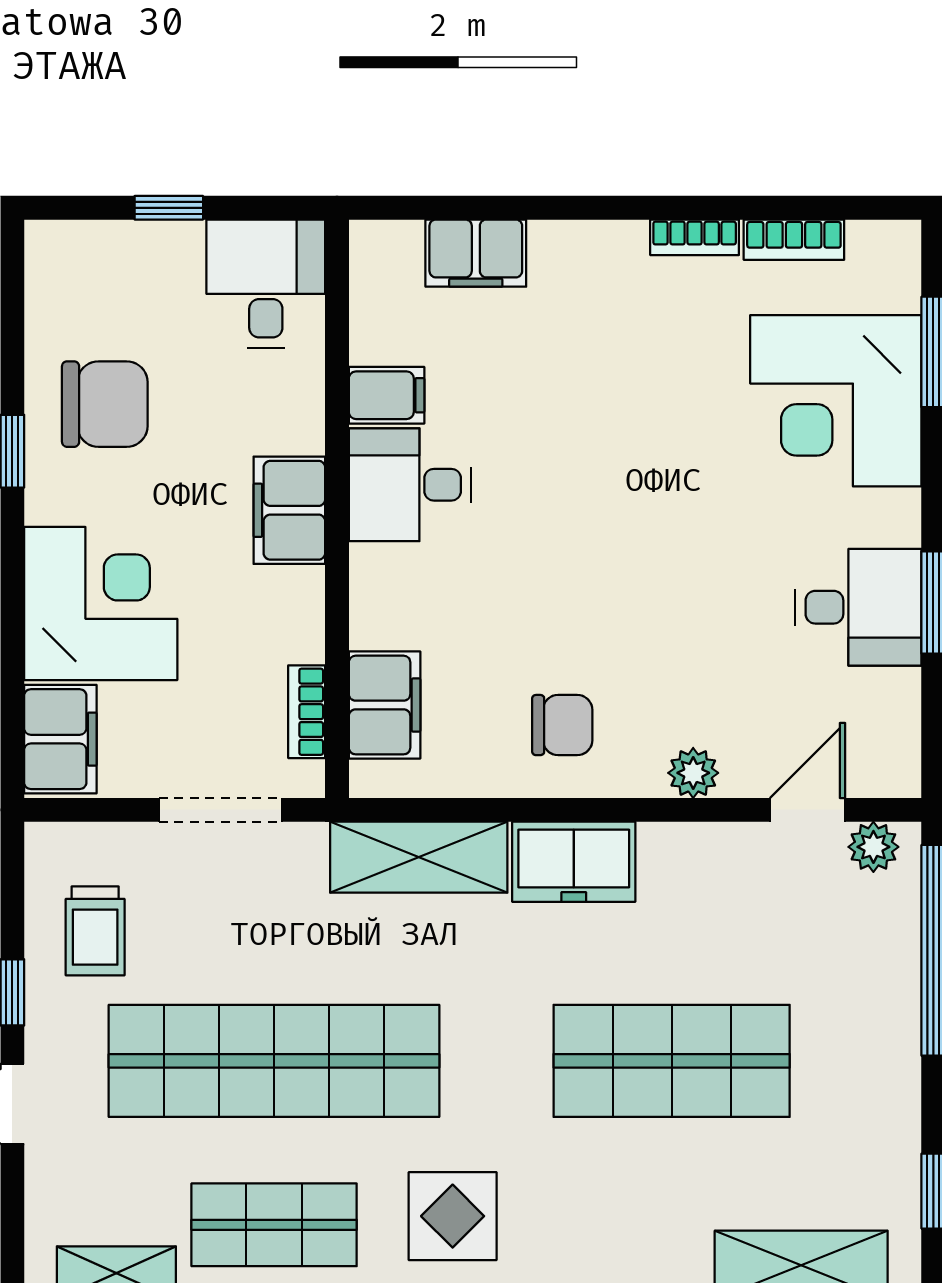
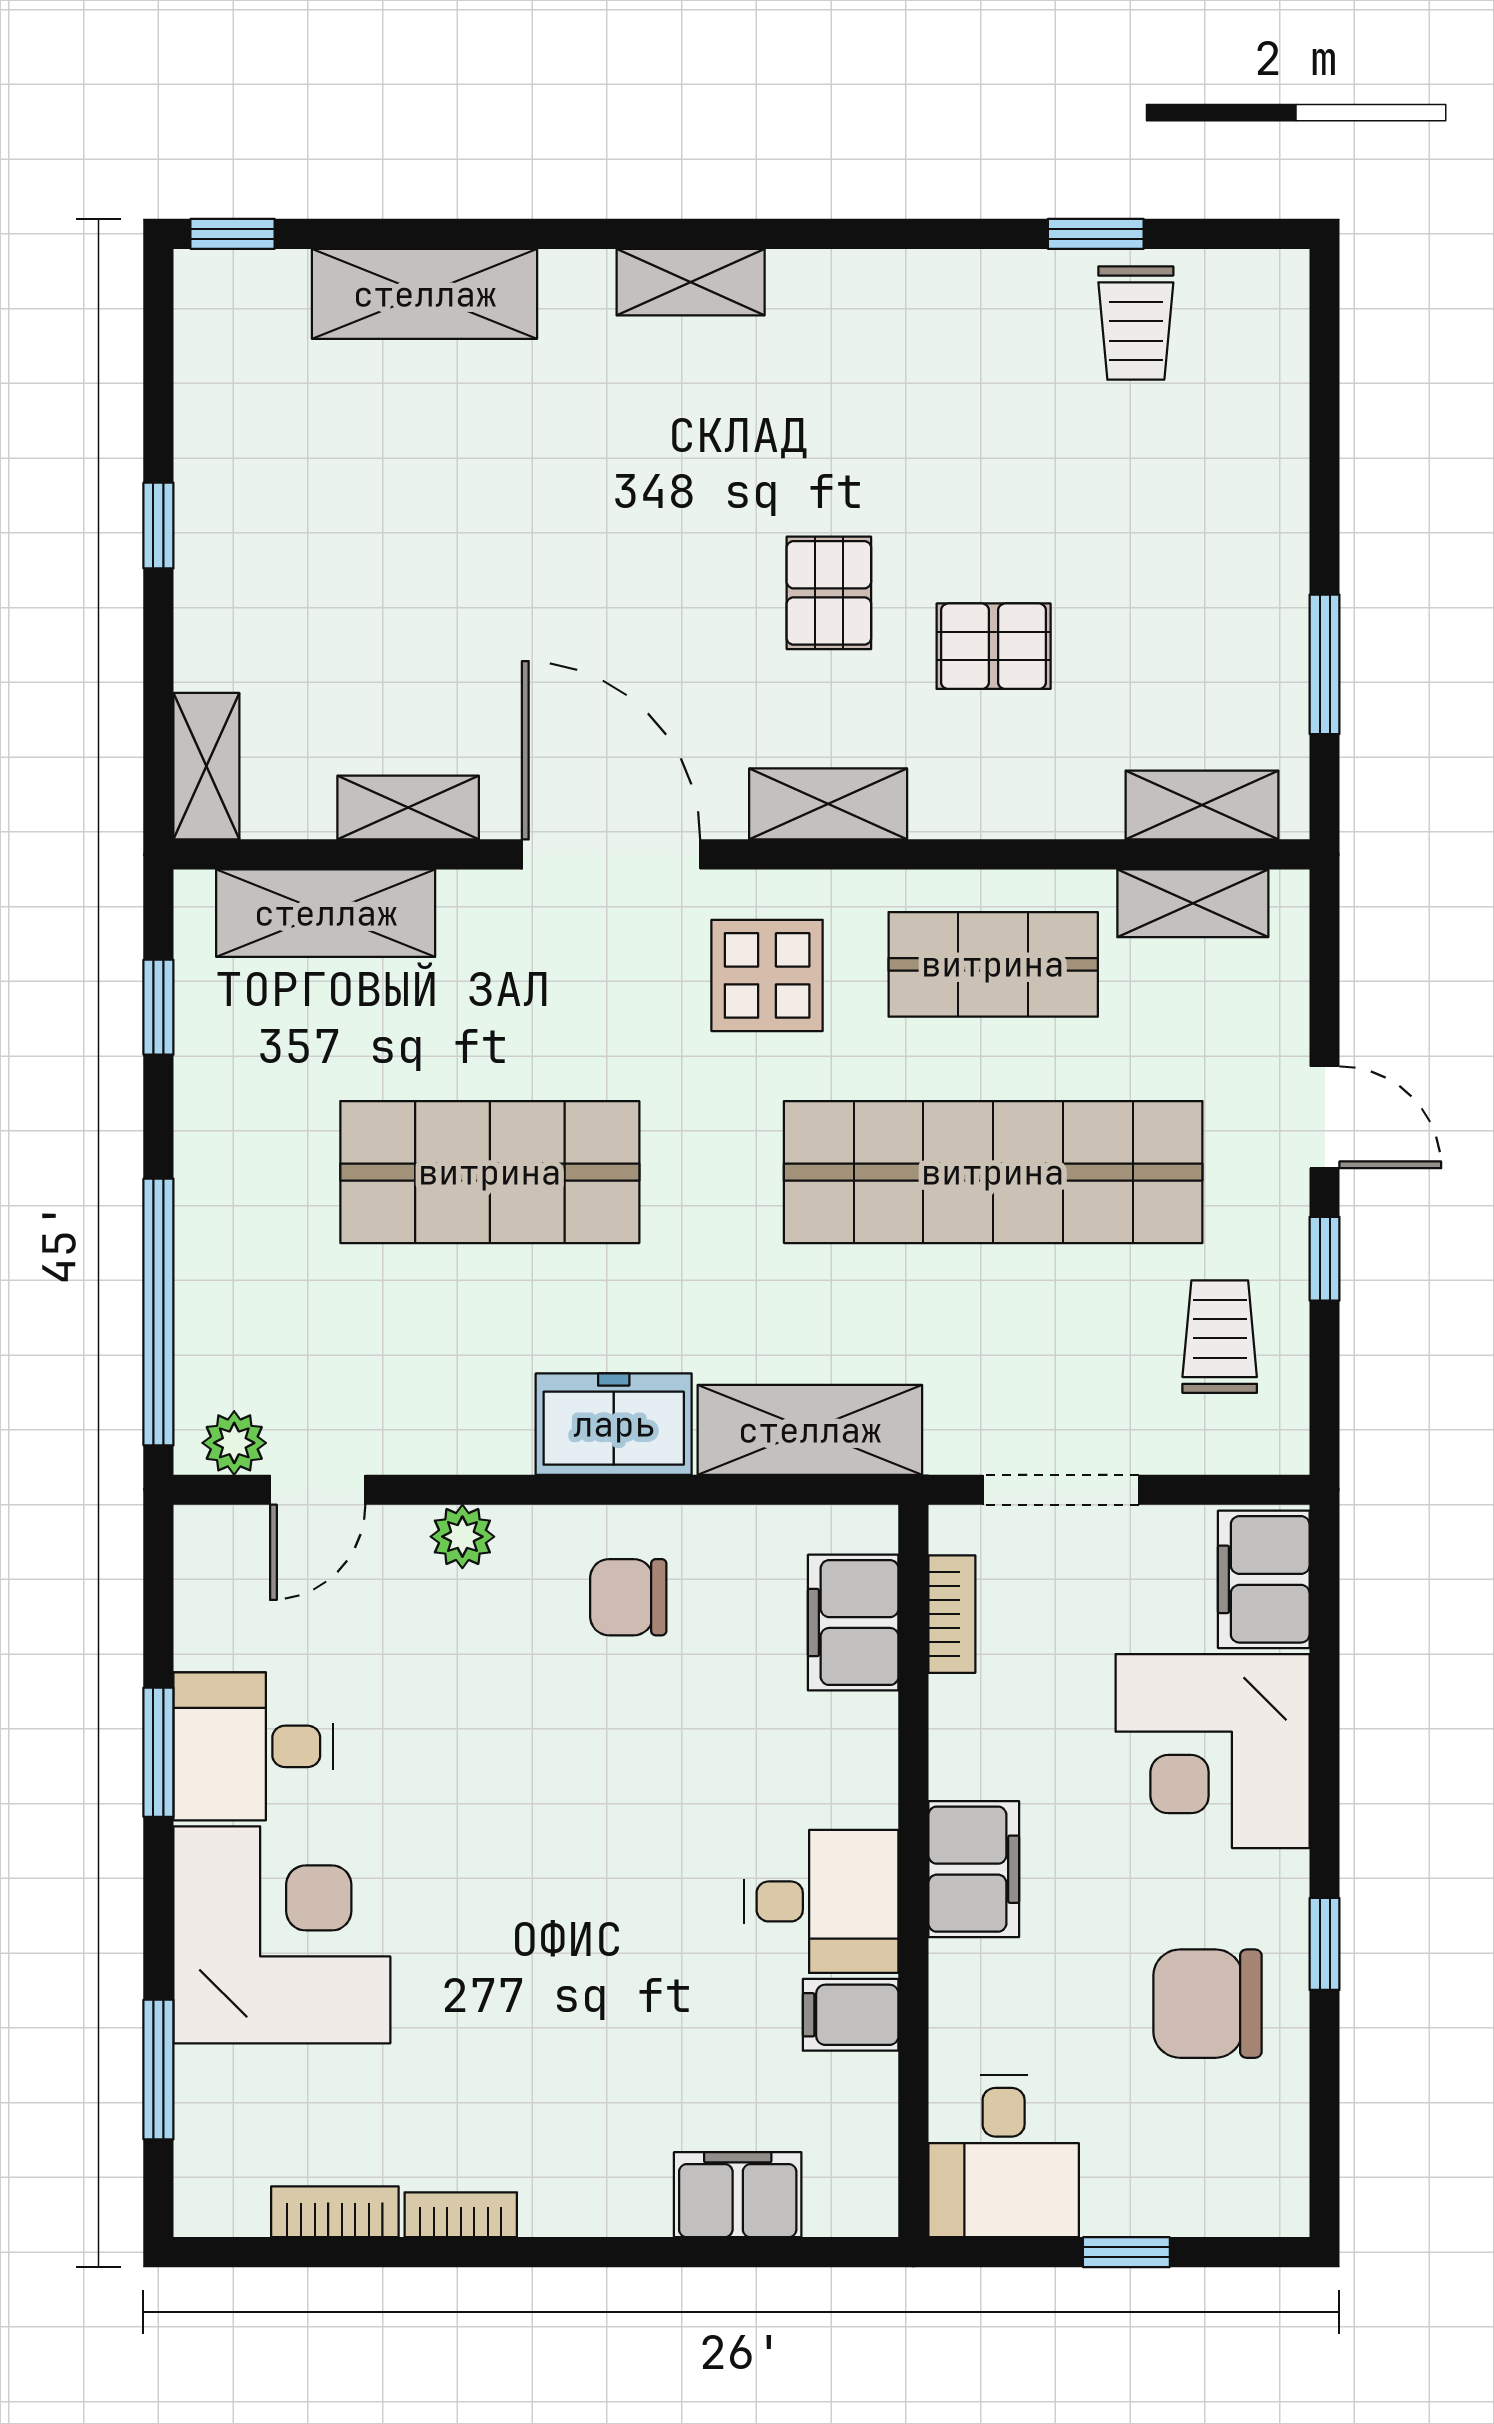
corner desk: (836, 401) -> (282, 1935), moved

